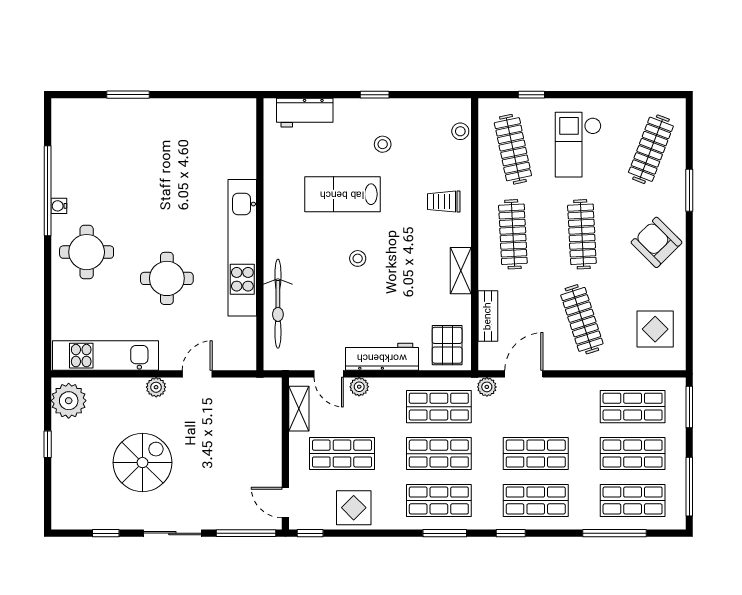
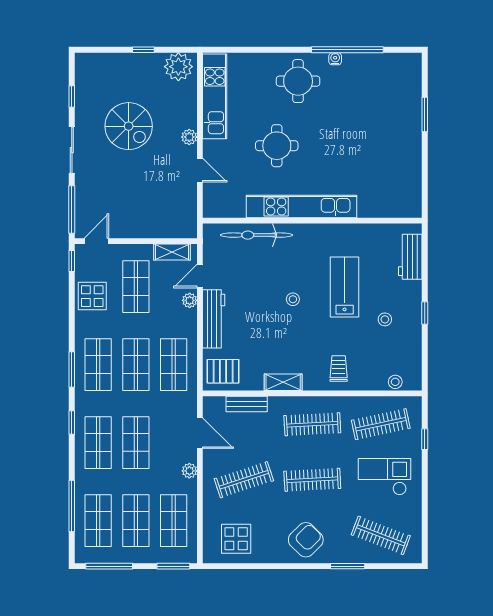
plant: (487, 387) -> (189, 471), moved

